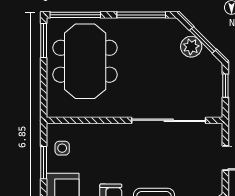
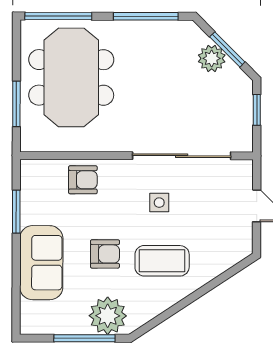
window: (44, 40) -> (16, 104), moved
armchair: (94, 139) -> (83, 180), added
side table: (62, 148) -> (159, 203), moved

